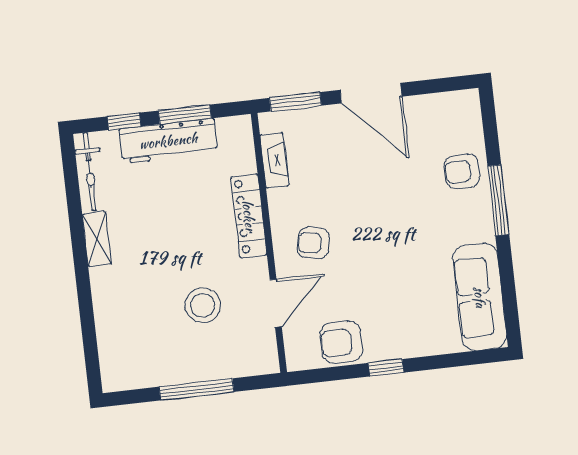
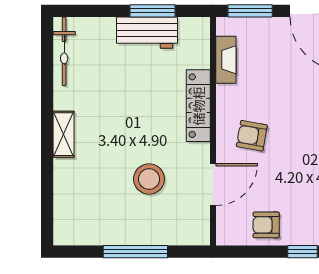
window: (124, 121) -> (99, 11), removed
workbench: (168, 141) -> (147, 33), width x0.73
shelving: (97, 239) -> (64, 134), moved
armchair: (341, 342) -> (266, 225), width x0.72, depth x0.72

